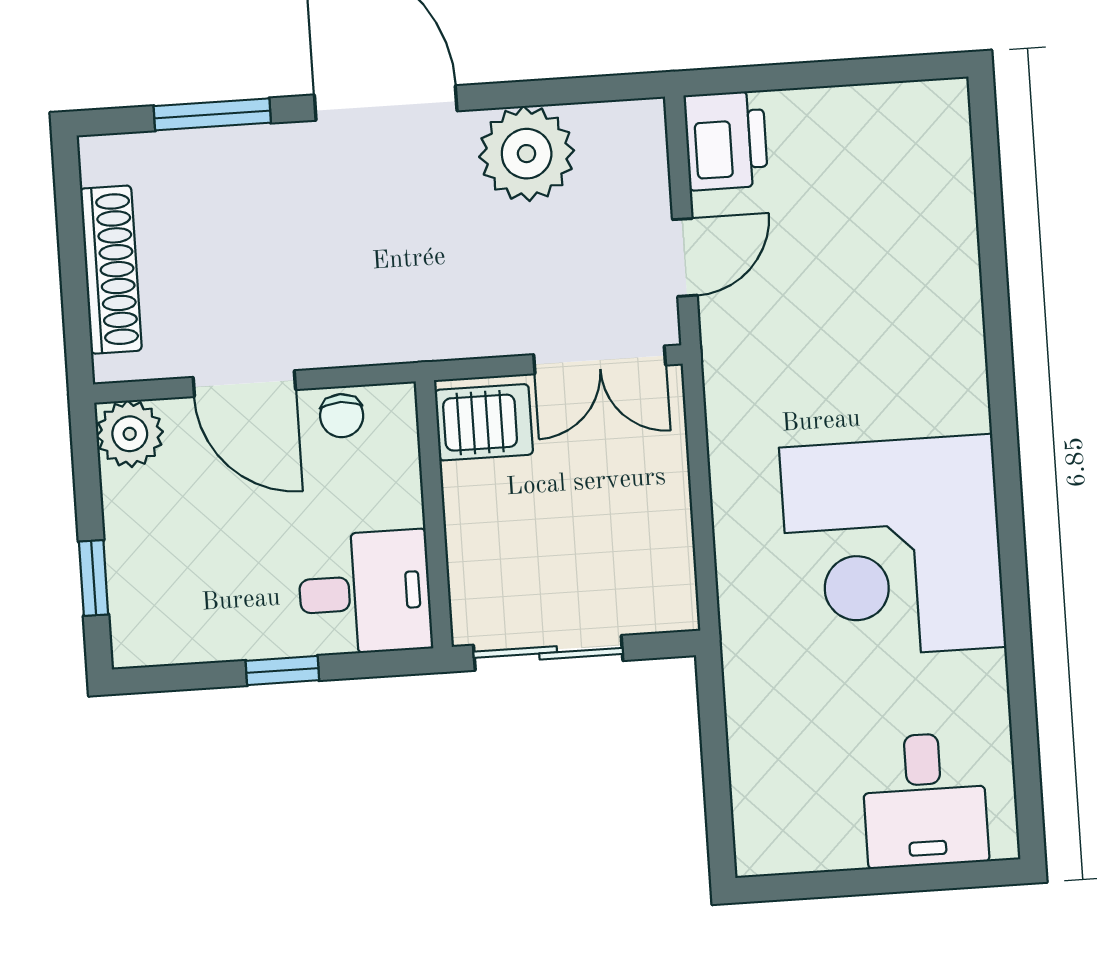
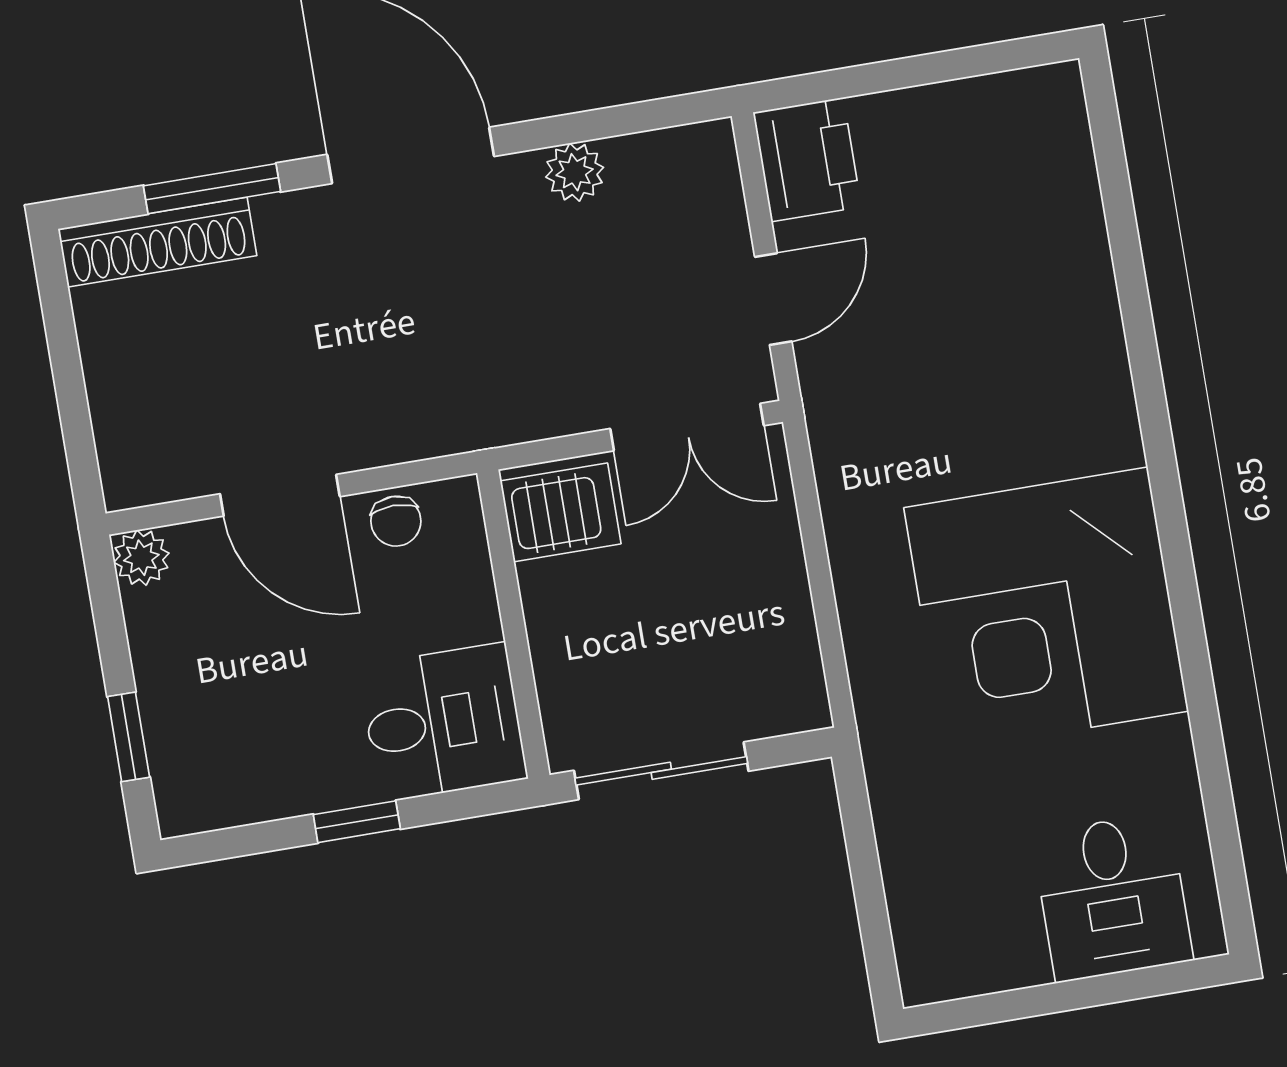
plant: (527, 154) -> (575, 172), width x0.53, depth x0.53
shoe rack: (111, 270) -> (157, 242), moved, turned 90
plant: (130, 434) -> (141, 558), width x0.73, depth x0.73

